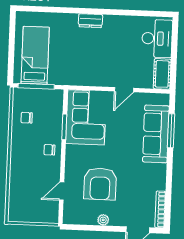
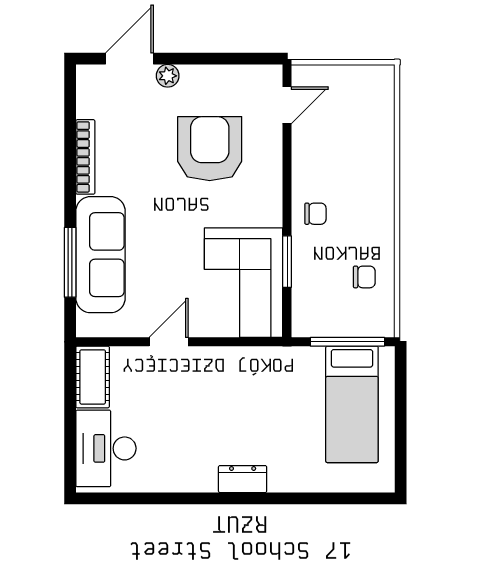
door: (62, 191) -> (287, 105), moved
bookcase: (160, 209) -> (85, 157), moved
plant: (103, 220) -> (168, 76), moved

